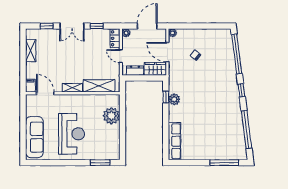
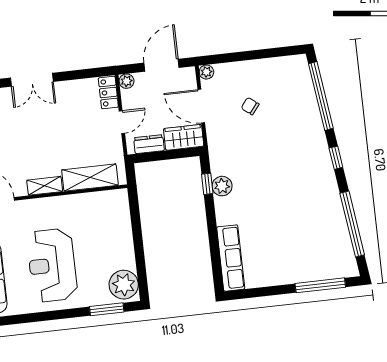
window: (97, 26) -> (75, 75), removed
door: (121, 56) -> (122, 122), swing flipped
plant: (111, 116) -> (124, 285), moved
reception desk: (72, 134) -> (52, 265), turned 180

